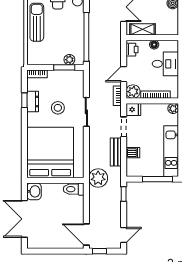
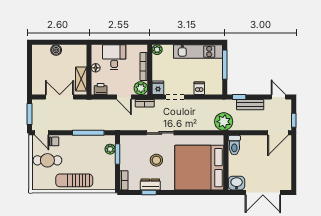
window: (86, 37) -> (88, 133), width x0.68
bench: (116, 152) -> (250, 105), moved

